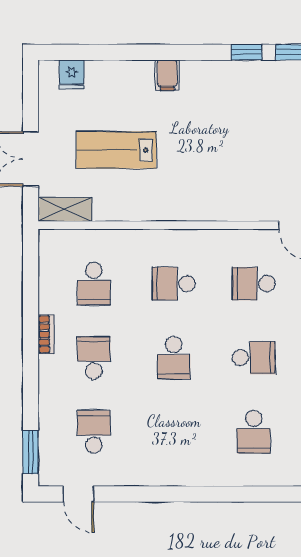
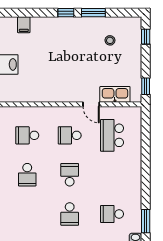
school desk: (254, 358) -> (70, 175), turned -90

